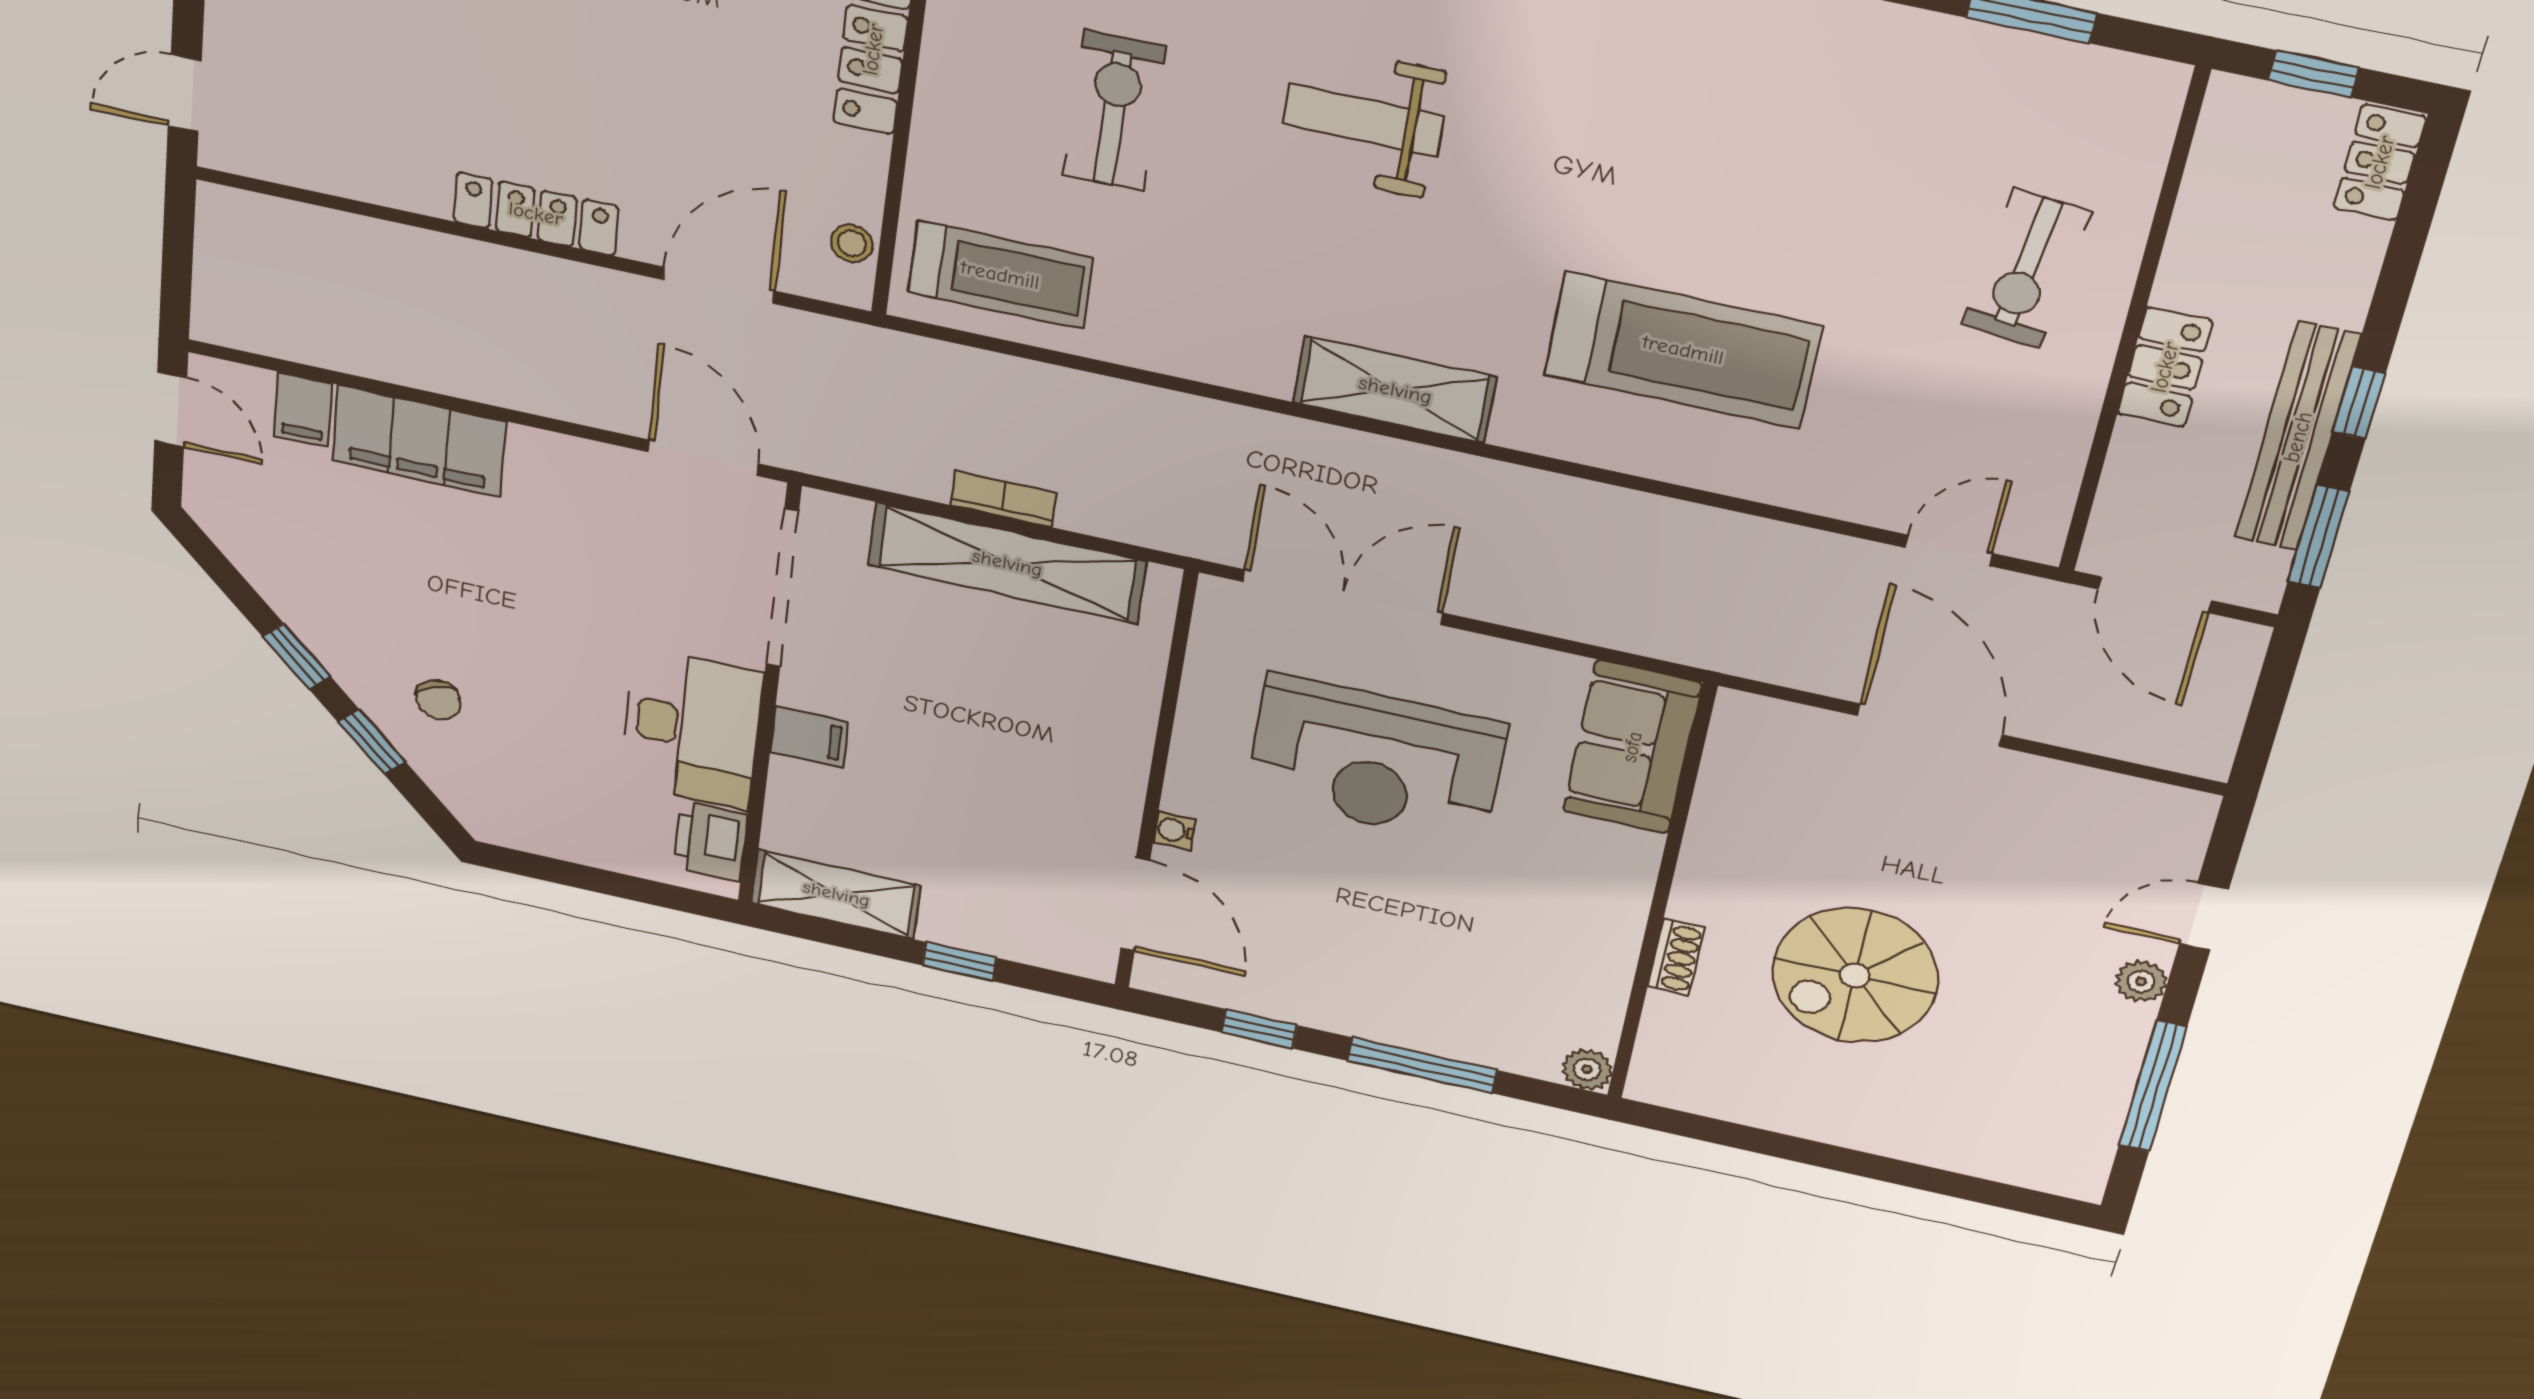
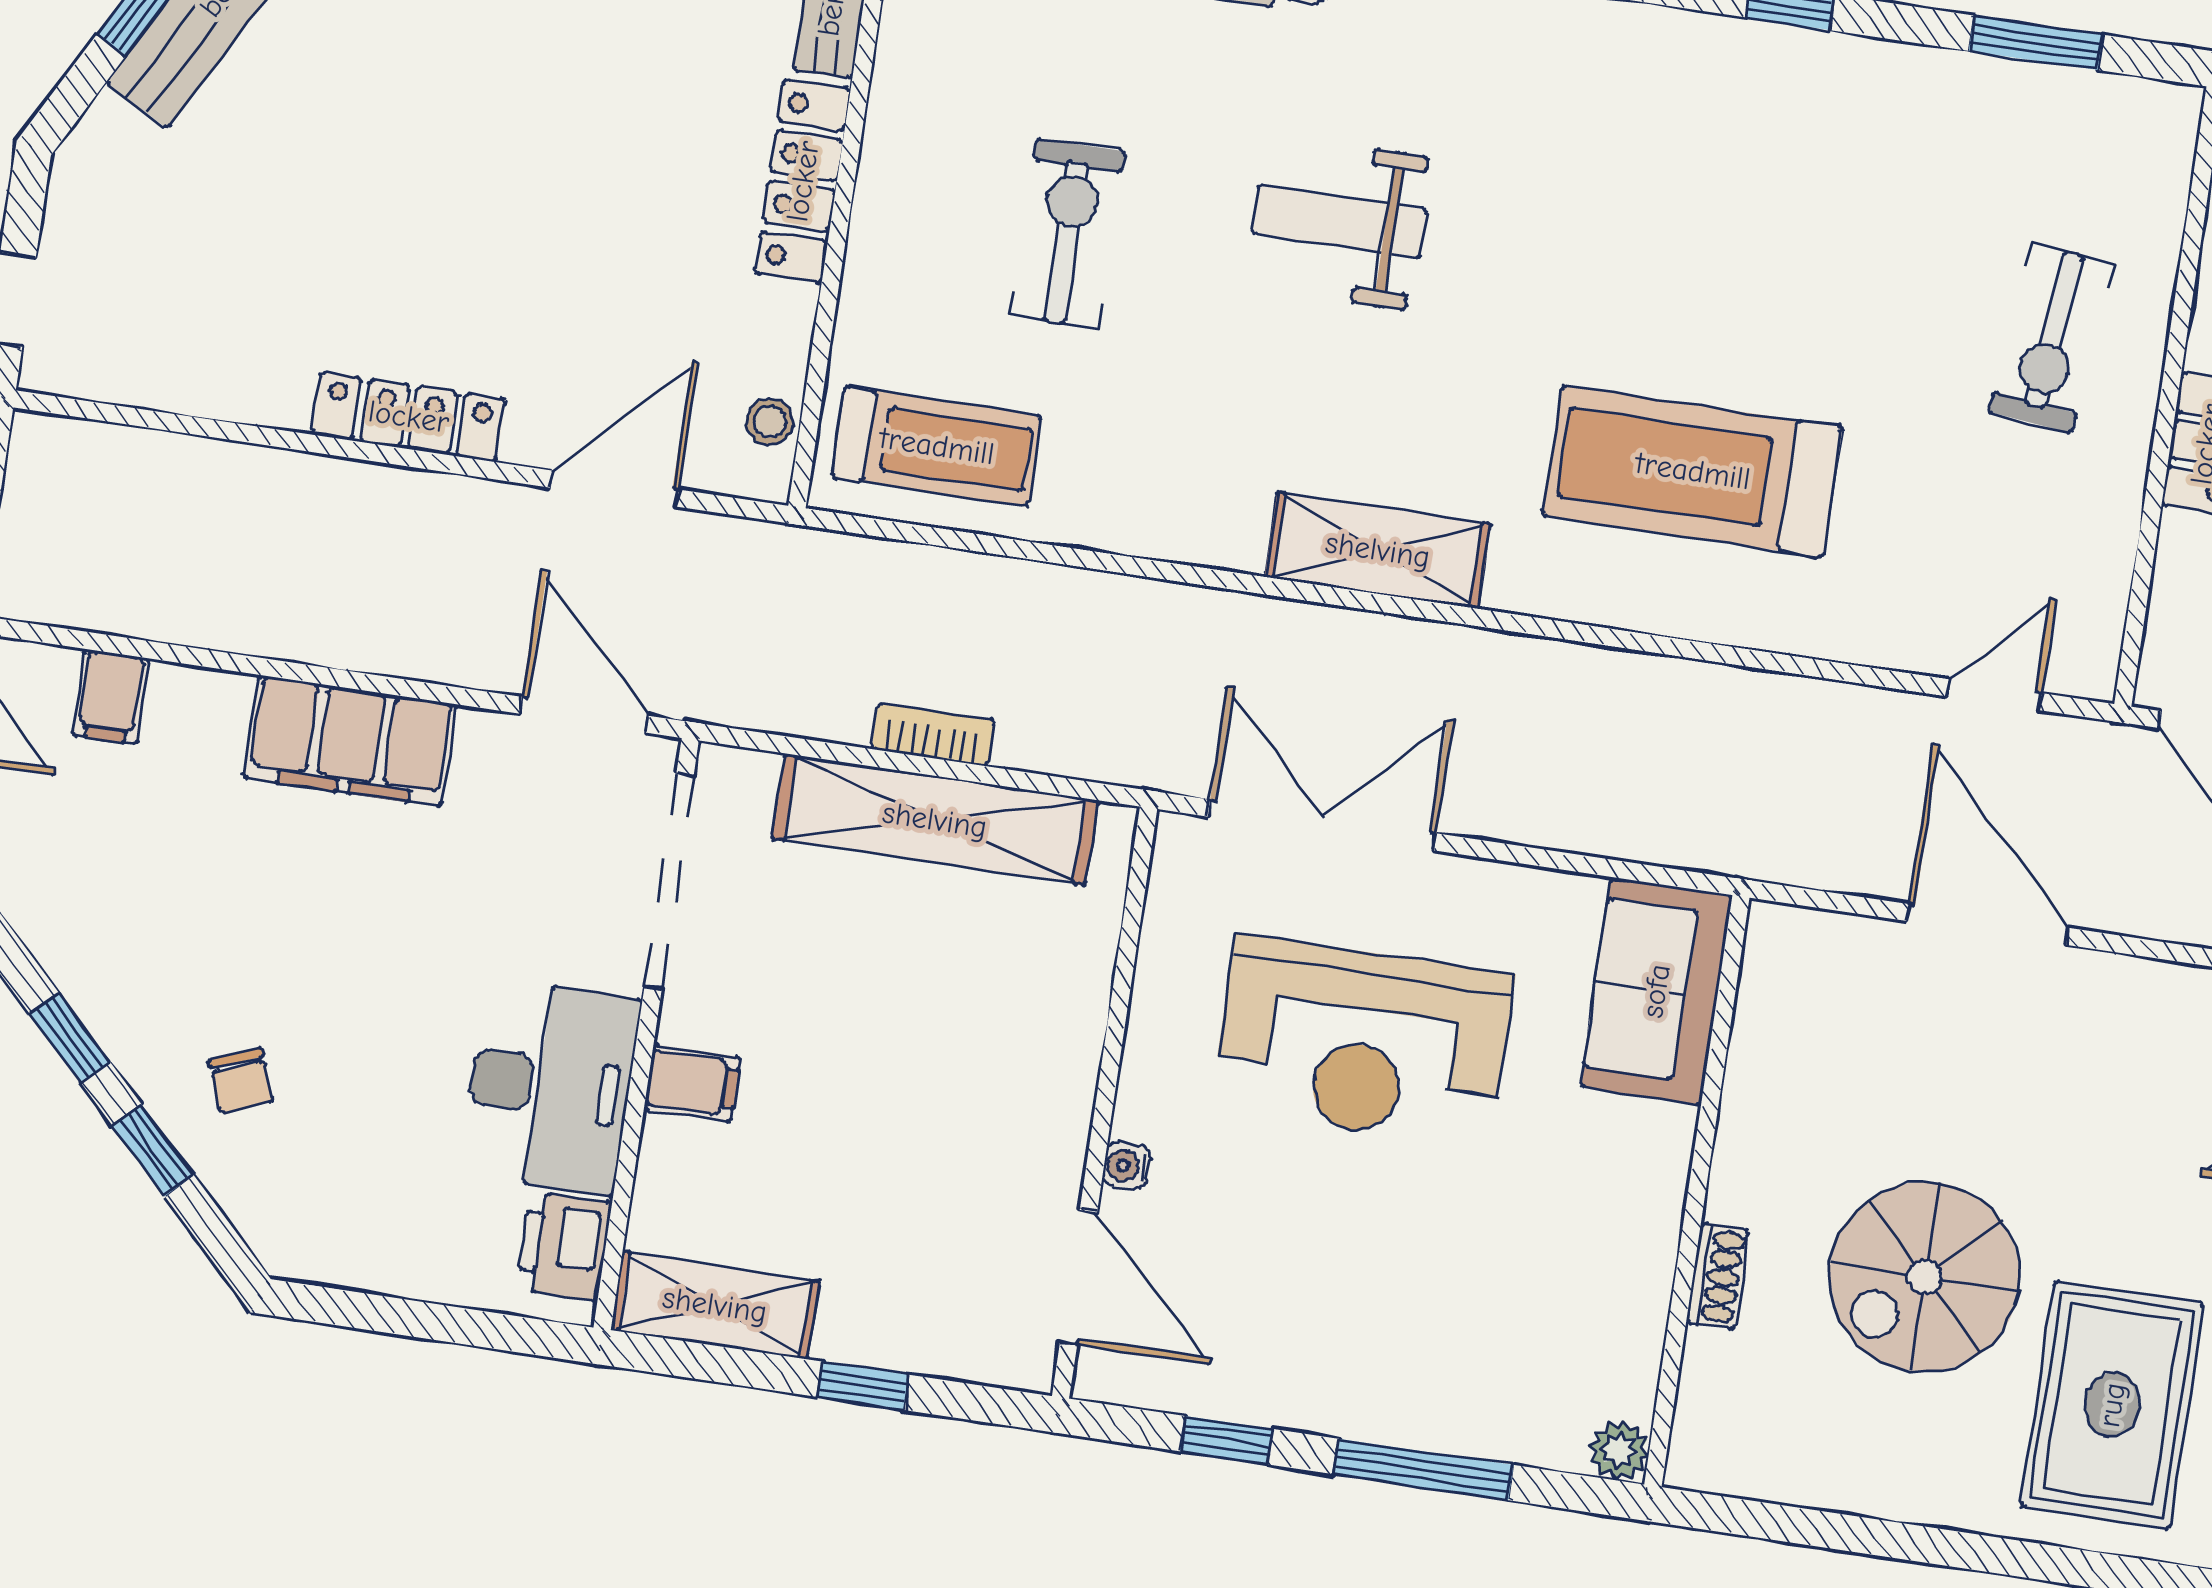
treadmill: (1683, 350) -> (1693, 471), turned 180
filing cabinet: (419, 441) -> (350, 741), moved
rug: (2010, 1081) -> (2112, 1405), added

